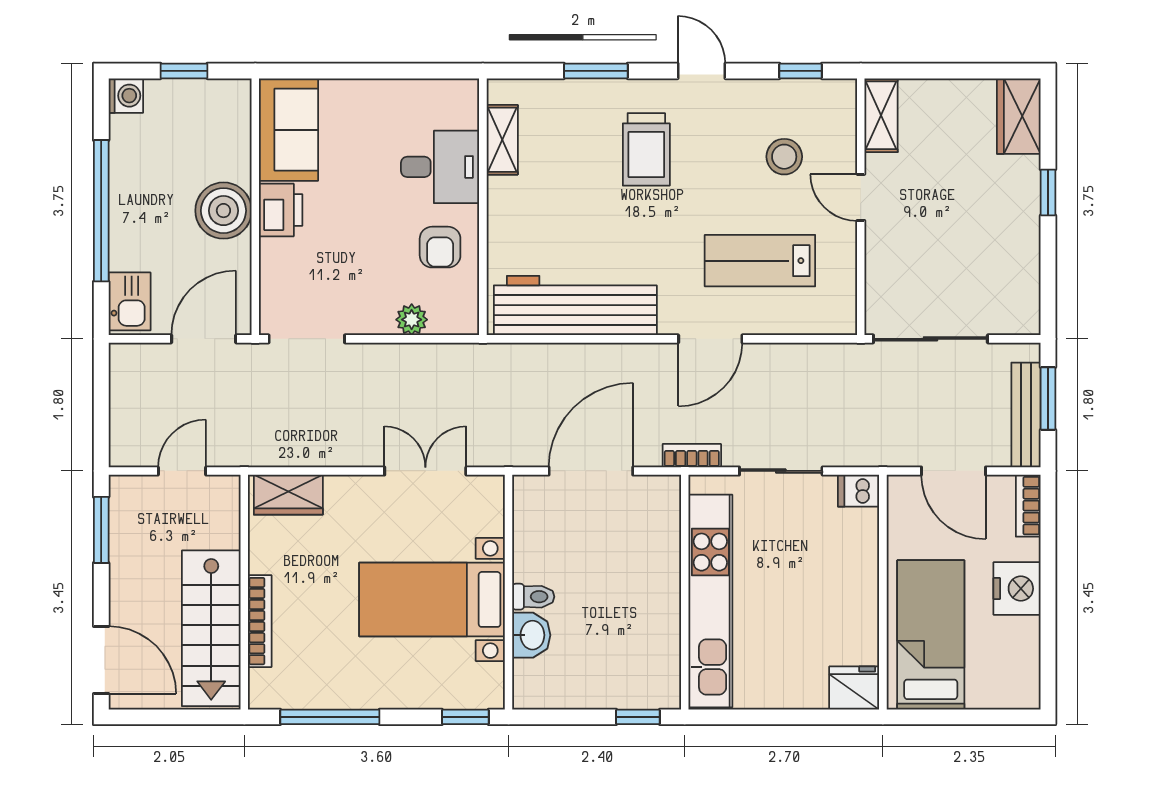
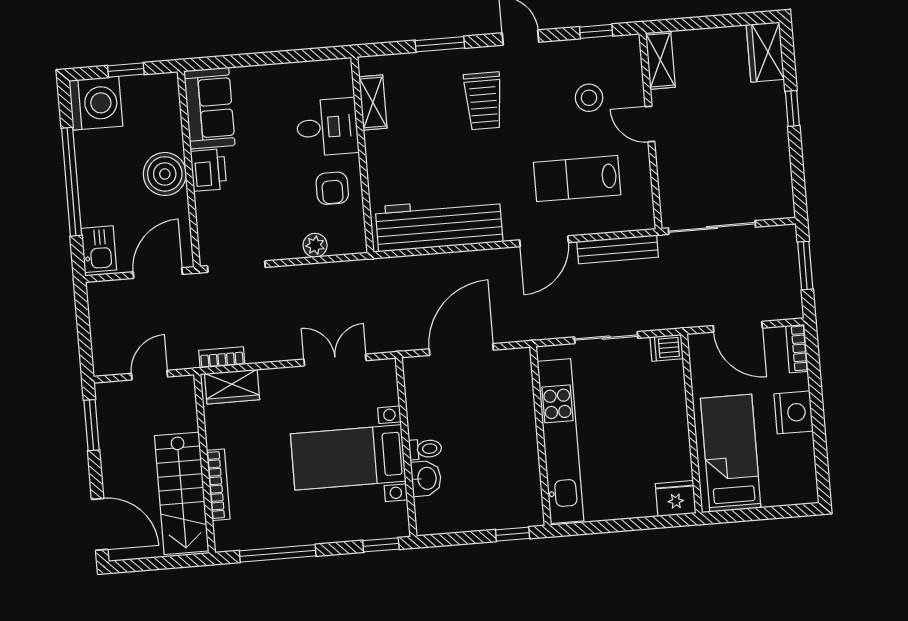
washing machine: (126, 96) -> (96, 103), width x1.89, depth x1.89
bench: (1026, 415) -> (618, 249), moved, turned 90
bookcase: (692, 456) -> (222, 357), moved

